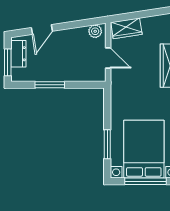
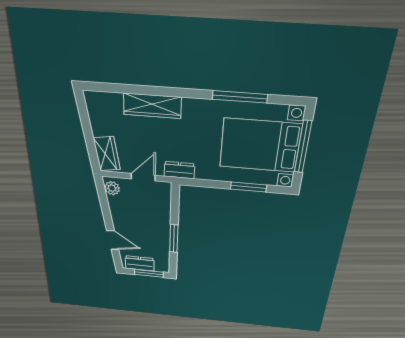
dresser: (117, 88) -> (179, 170), added

